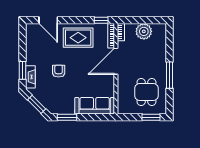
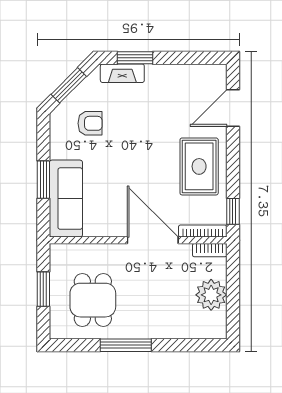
armchair: (59, 71) -> (90, 123), moved
dining table: (146, 92) -> (93, 300), turned 90
window: (67, 117) -> (43, 180), moved
window: (151, 117) -> (43, 289), moved

